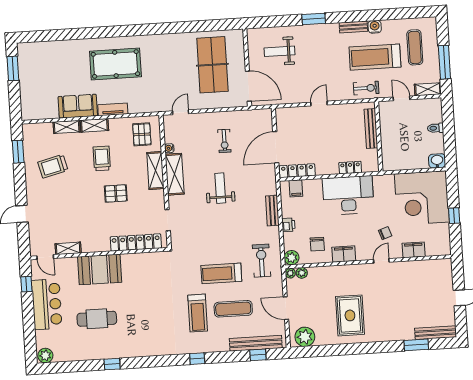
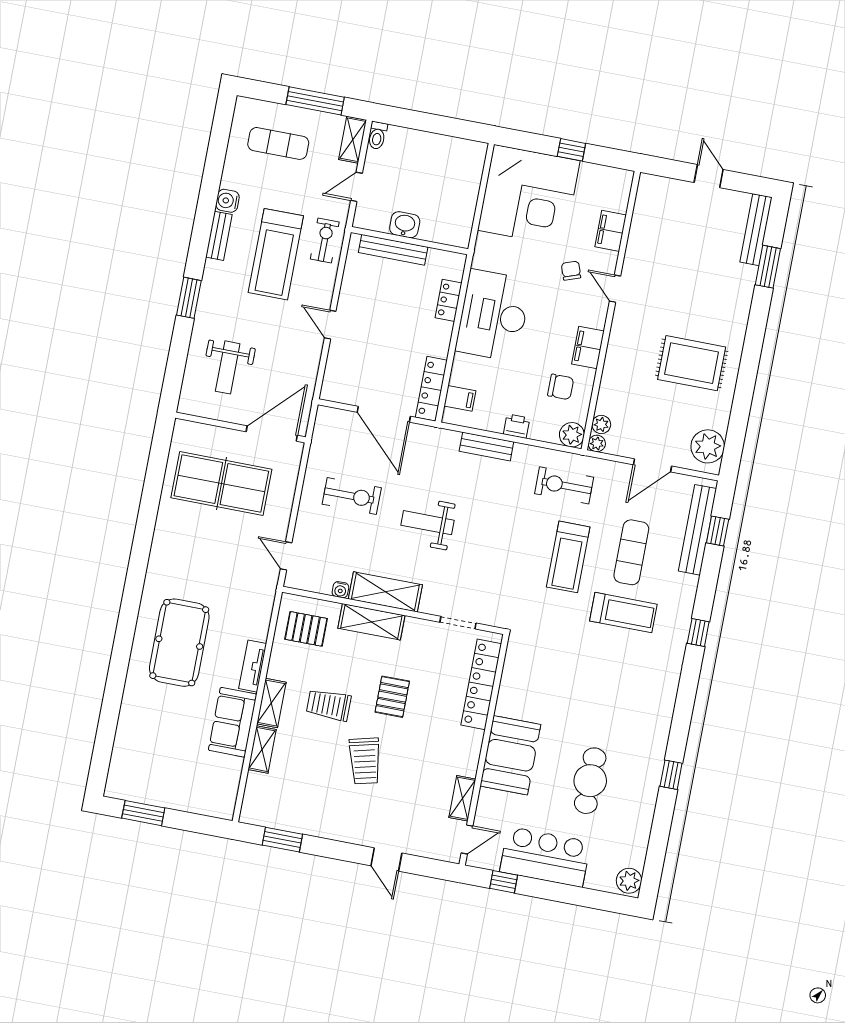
treadmill: (375, 57) -> (276, 254), moved
toilet: (435, 128) -> (377, 135), moved
exercise bike: (224, 141) -> (352, 496), width x1.38, depth x1.39
washbasin: (437, 161) -> (405, 225), moved, turned 90
trolley: (53, 166) -> (365, 761), moved

